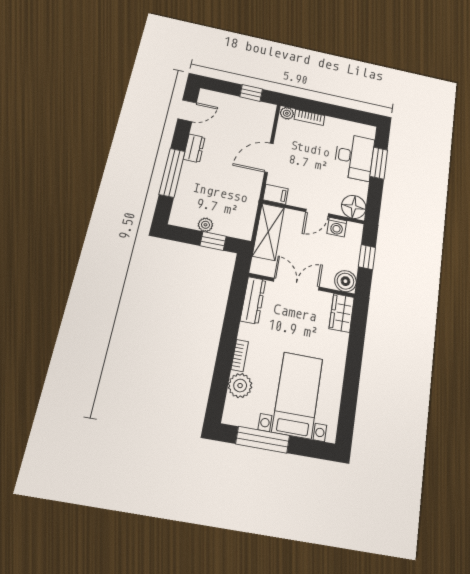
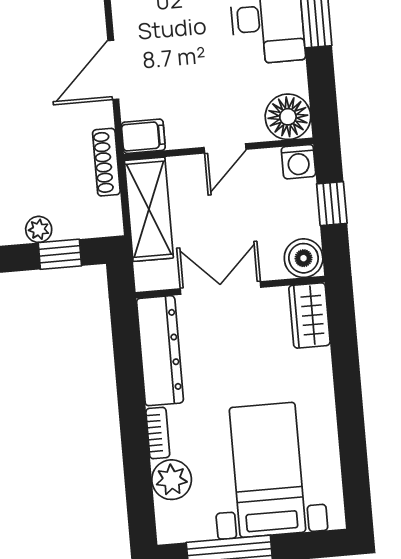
shoe rack: (252, 201) -> (106, 162), added
washing machine: (337, 227) -> (298, 162), moved
dresser: (253, 300) -> (160, 351), width x1.37, depth x1.24

